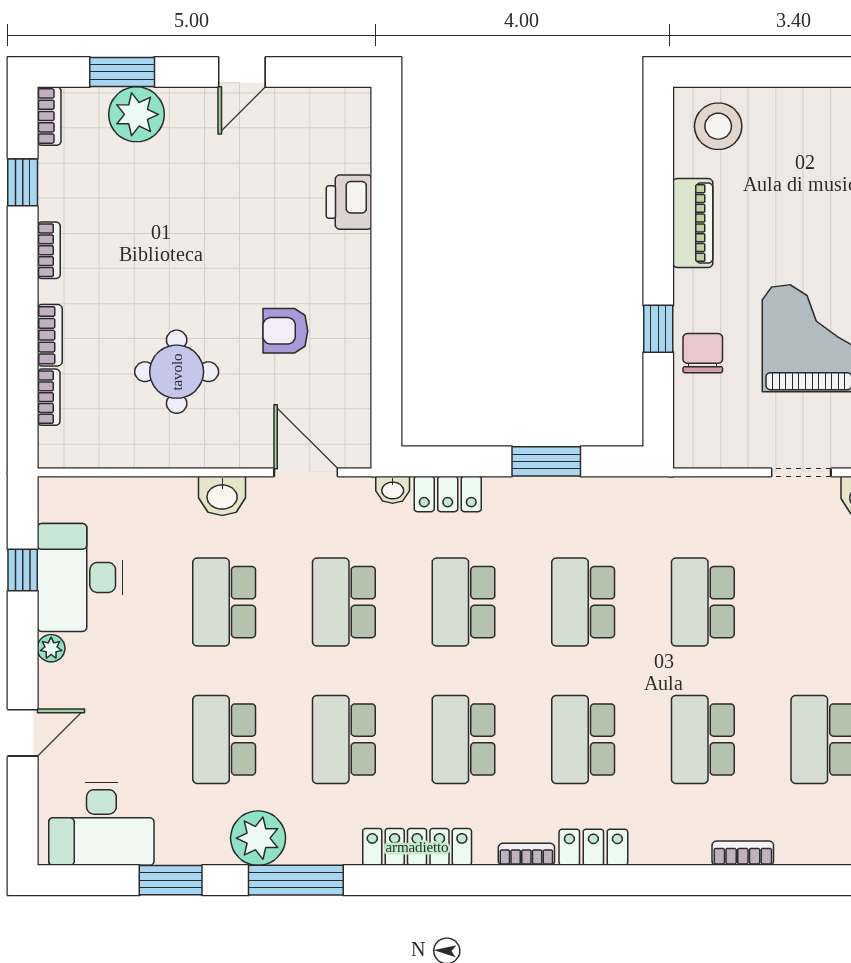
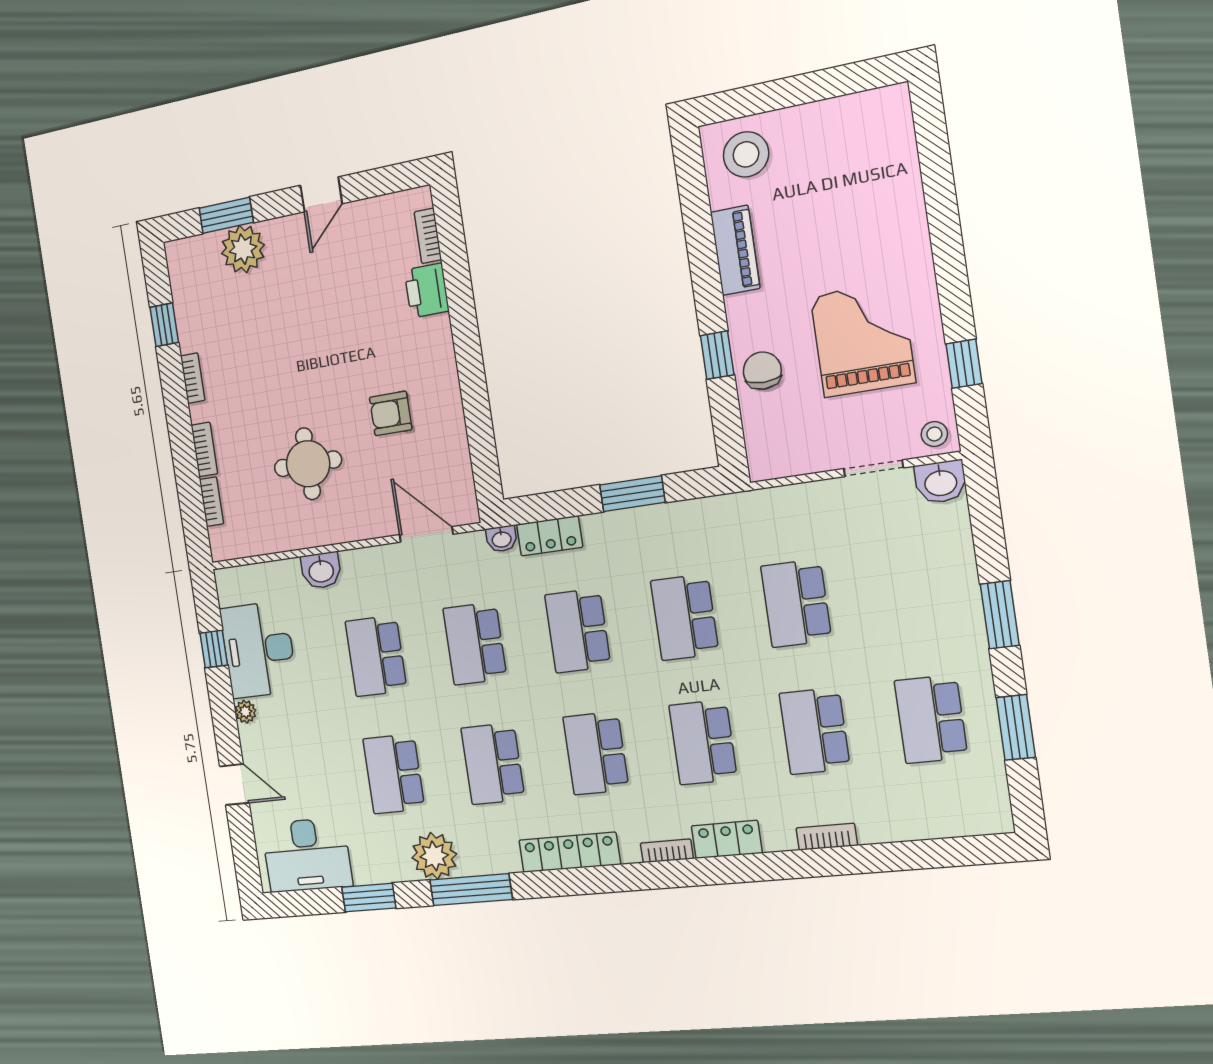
bookcase: (49, 116) -> (428, 236), moved, turned 180
washbasin: (222, 496) -> (321, 570), moved
door: (23, 733) -> (234, 784), hinge flipped
bookcase: (743, 853) -> (827, 837), moved

